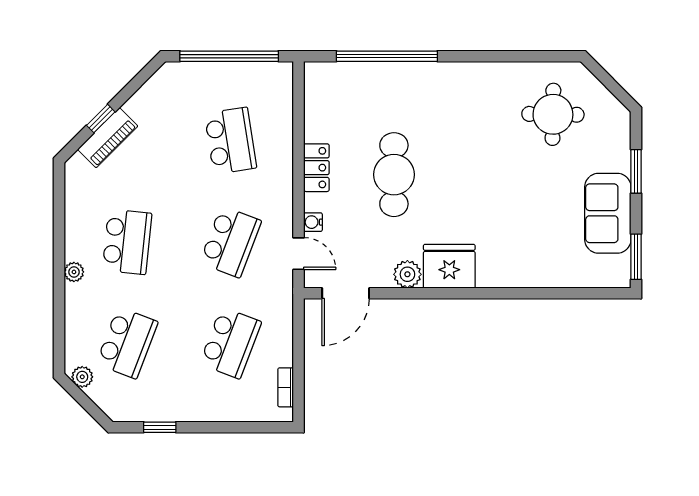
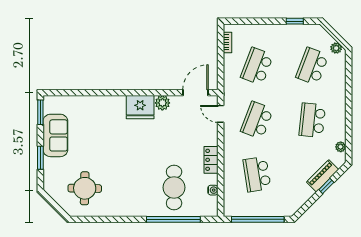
cafe table: (394, 175) -> (174, 187), moved
water cooler: (313, 222) -> (213, 190), moved
plant: (74, 272) -> (341, 147), moved

